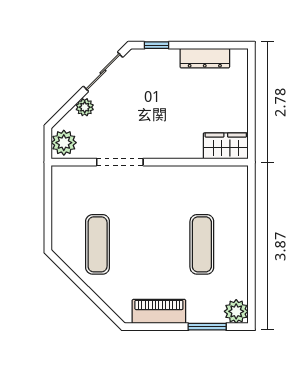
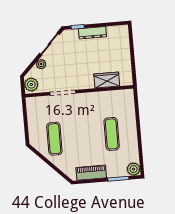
dresser: (205, 58) -> (92, 33), moved
wardrobe: (226, 146) -> (107, 80), moved

